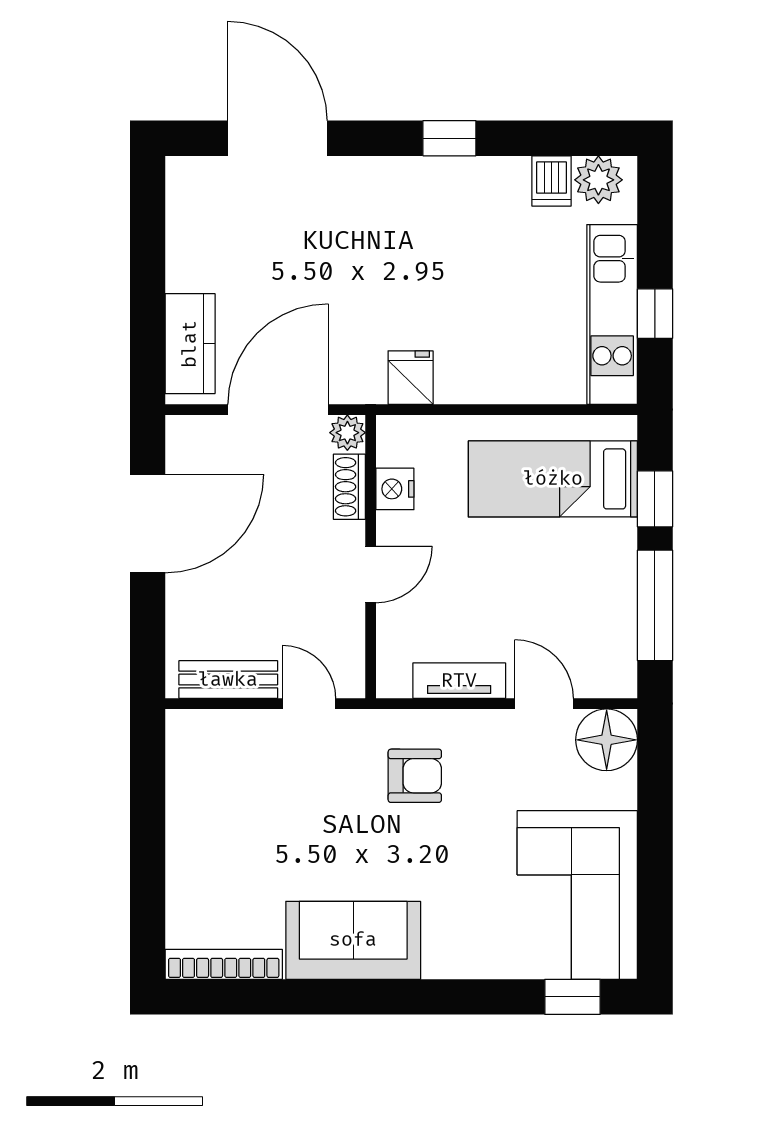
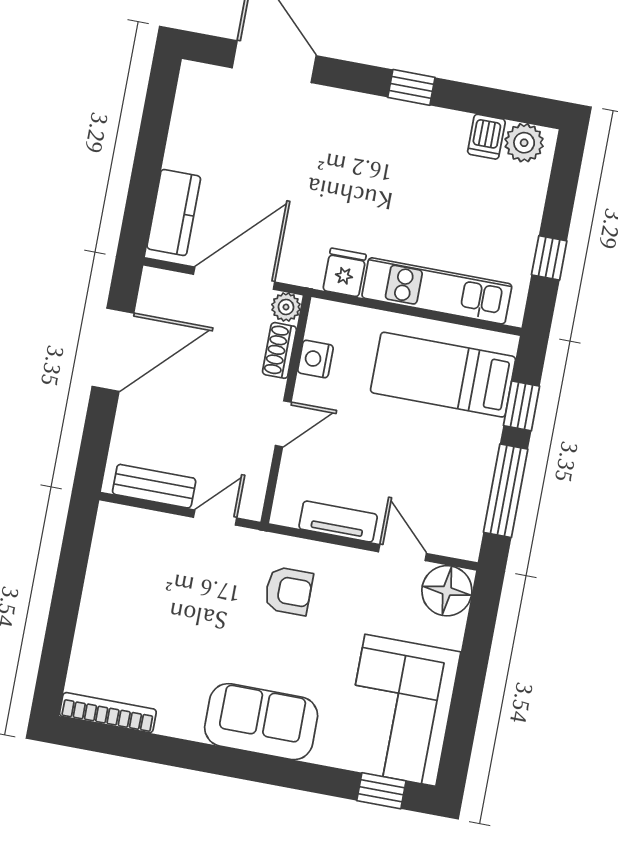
kitchen unit: (612, 314) -> (437, 291), moved, turned 90
door: (309, 704) -> (215, 518), hinge flipped
sofa: (353, 940) -> (261, 722), moved

